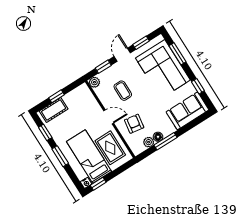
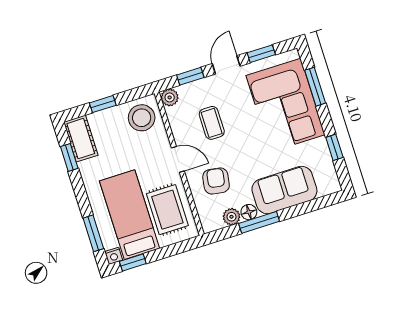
stool: (81, 98) -> (142, 118), added
cot: (54, 110) -> (81, 139), moved, turned 90
sofa: (187, 111) -> (284, 190), moved
window: (60, 156) -> (93, 233), moved

